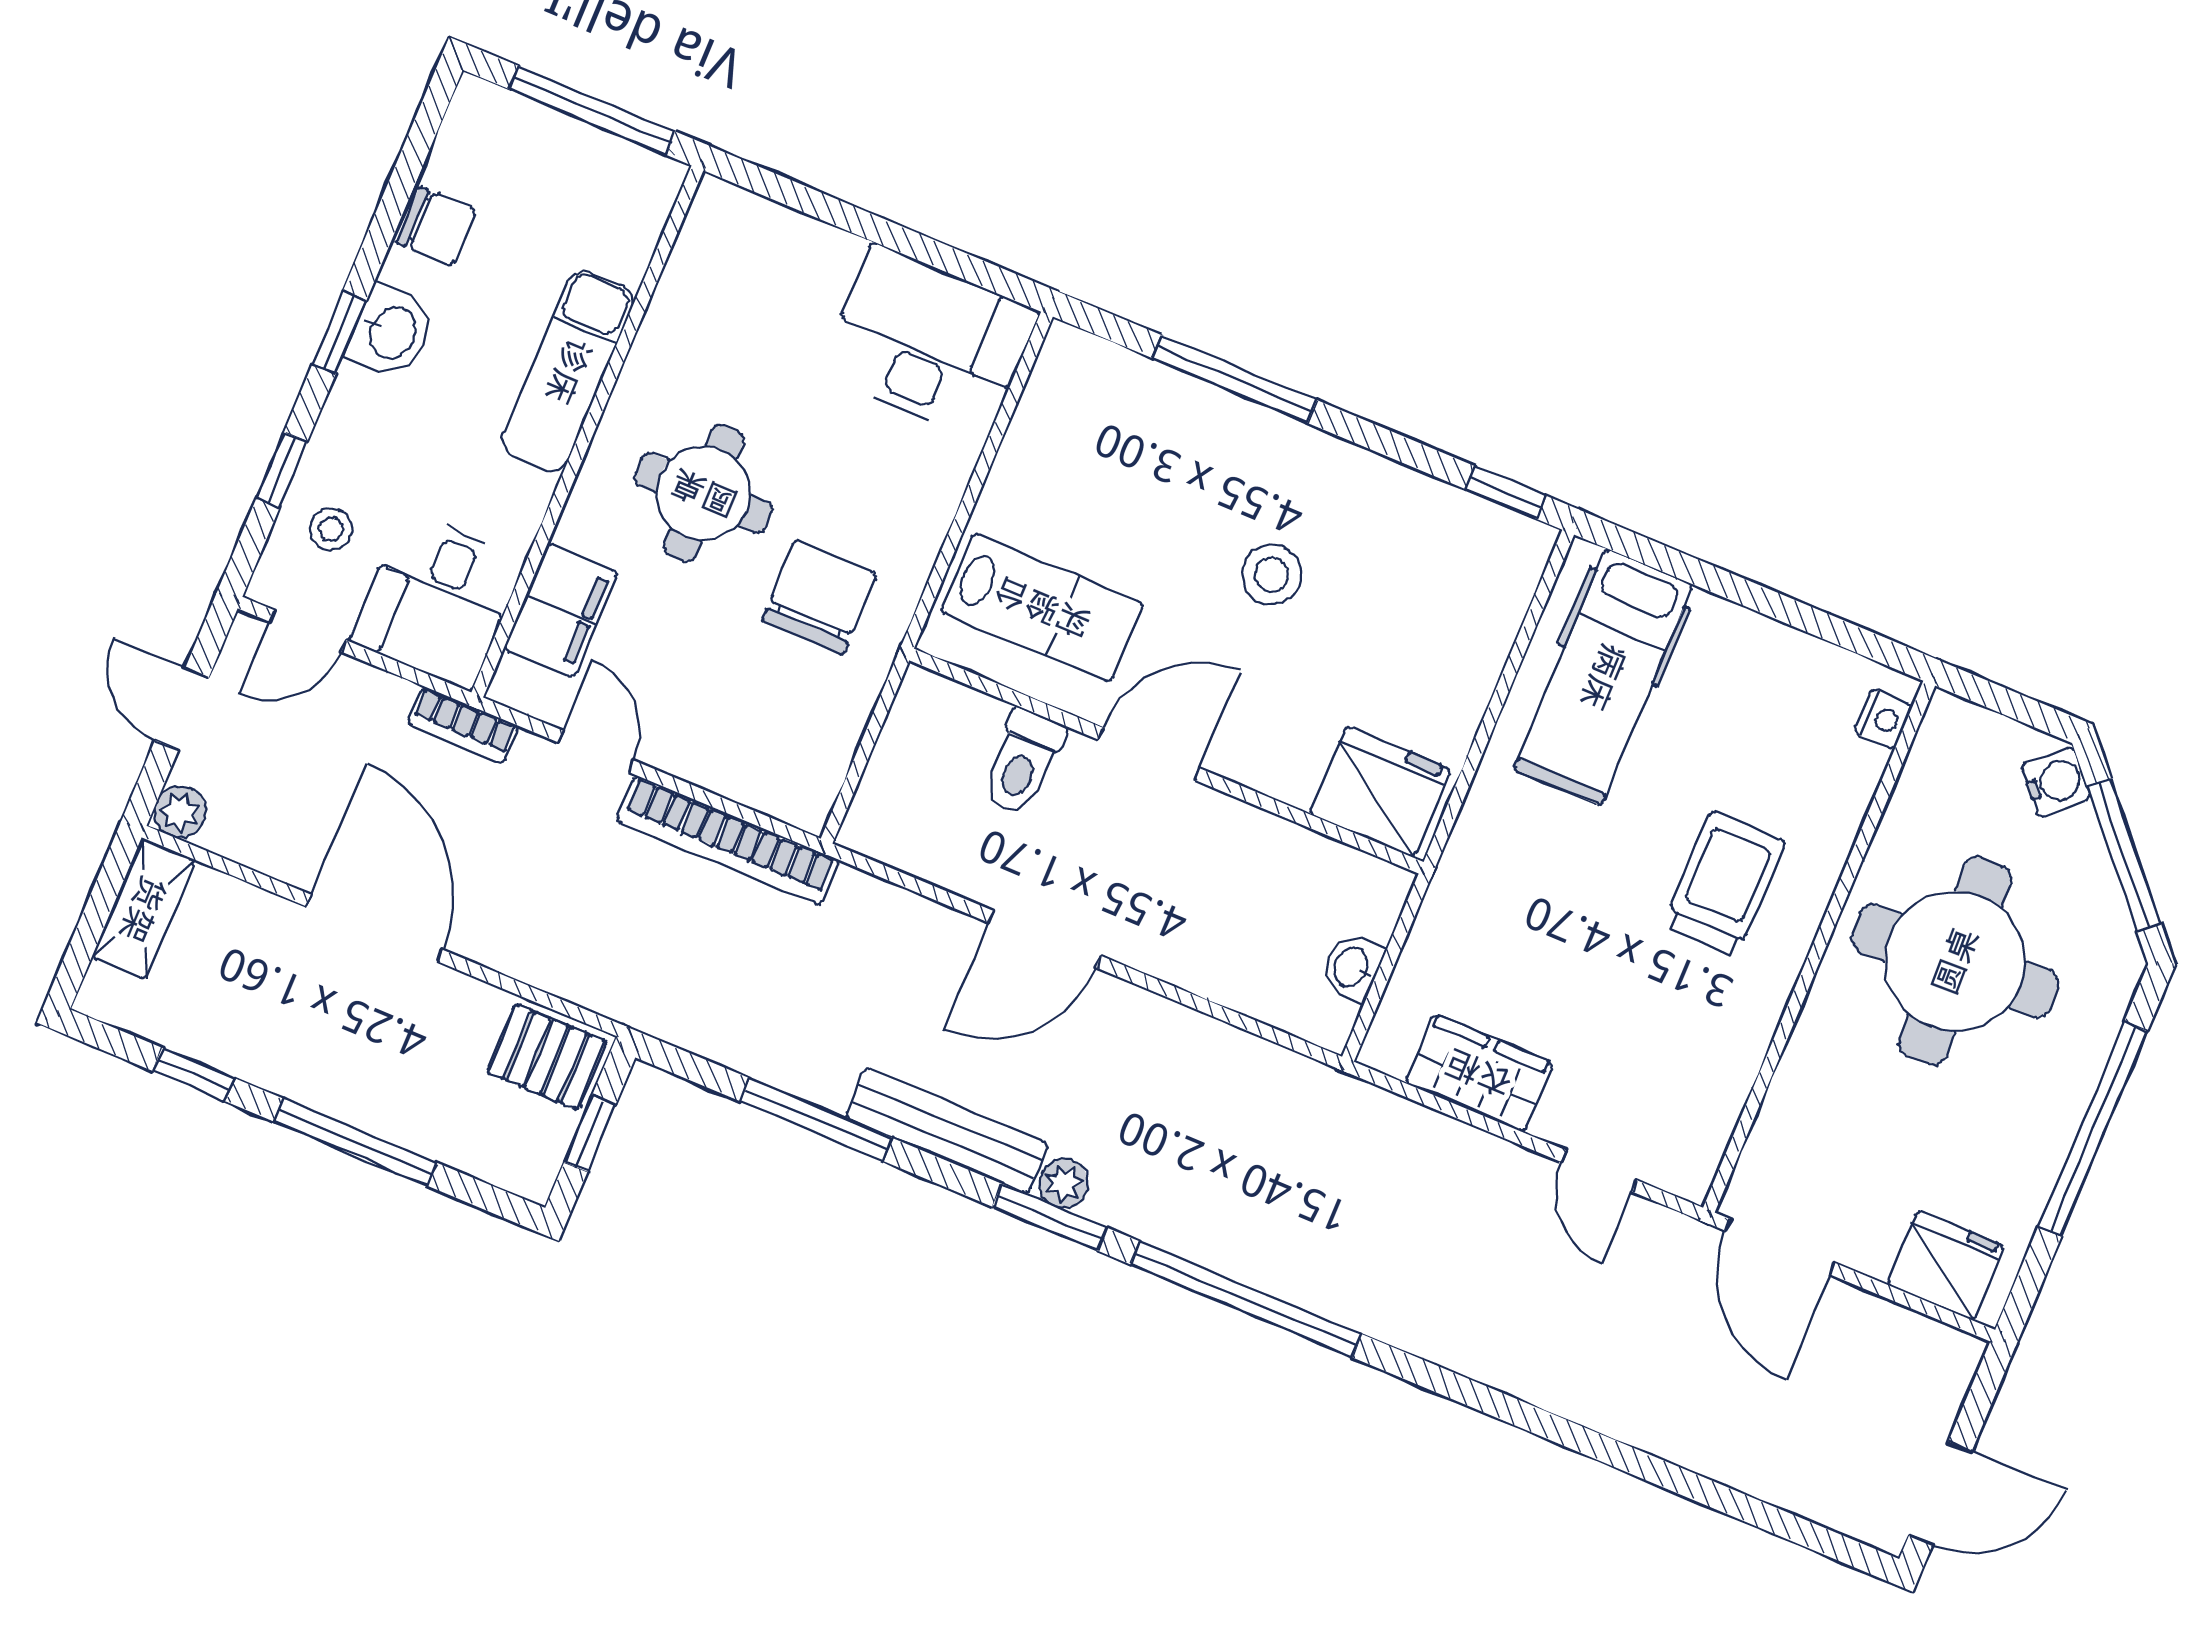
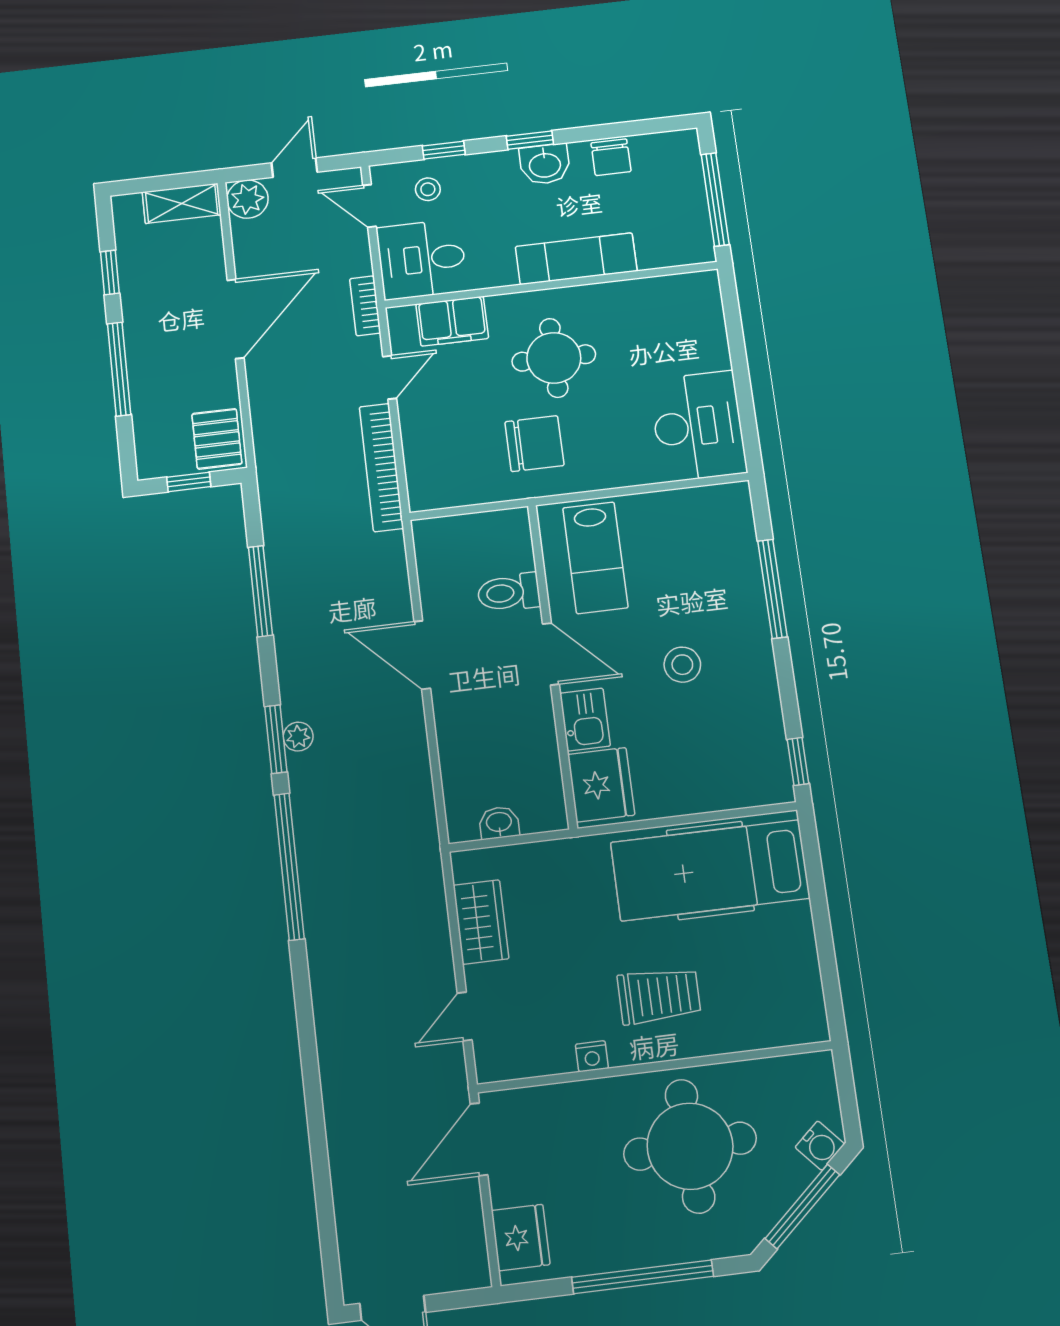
hospital bed: (1603, 677) -> (710, 870), width x1.37, depth x1.29
nightstand: (1883, 719) -> (592, 1056), moved
kitchen sink: (1273, 760) -> (585, 720), added
plant: (180, 812) -> (247, 199), width x1.38, depth x1.38
bench: (947, 1131) -> (292, 661), removed

